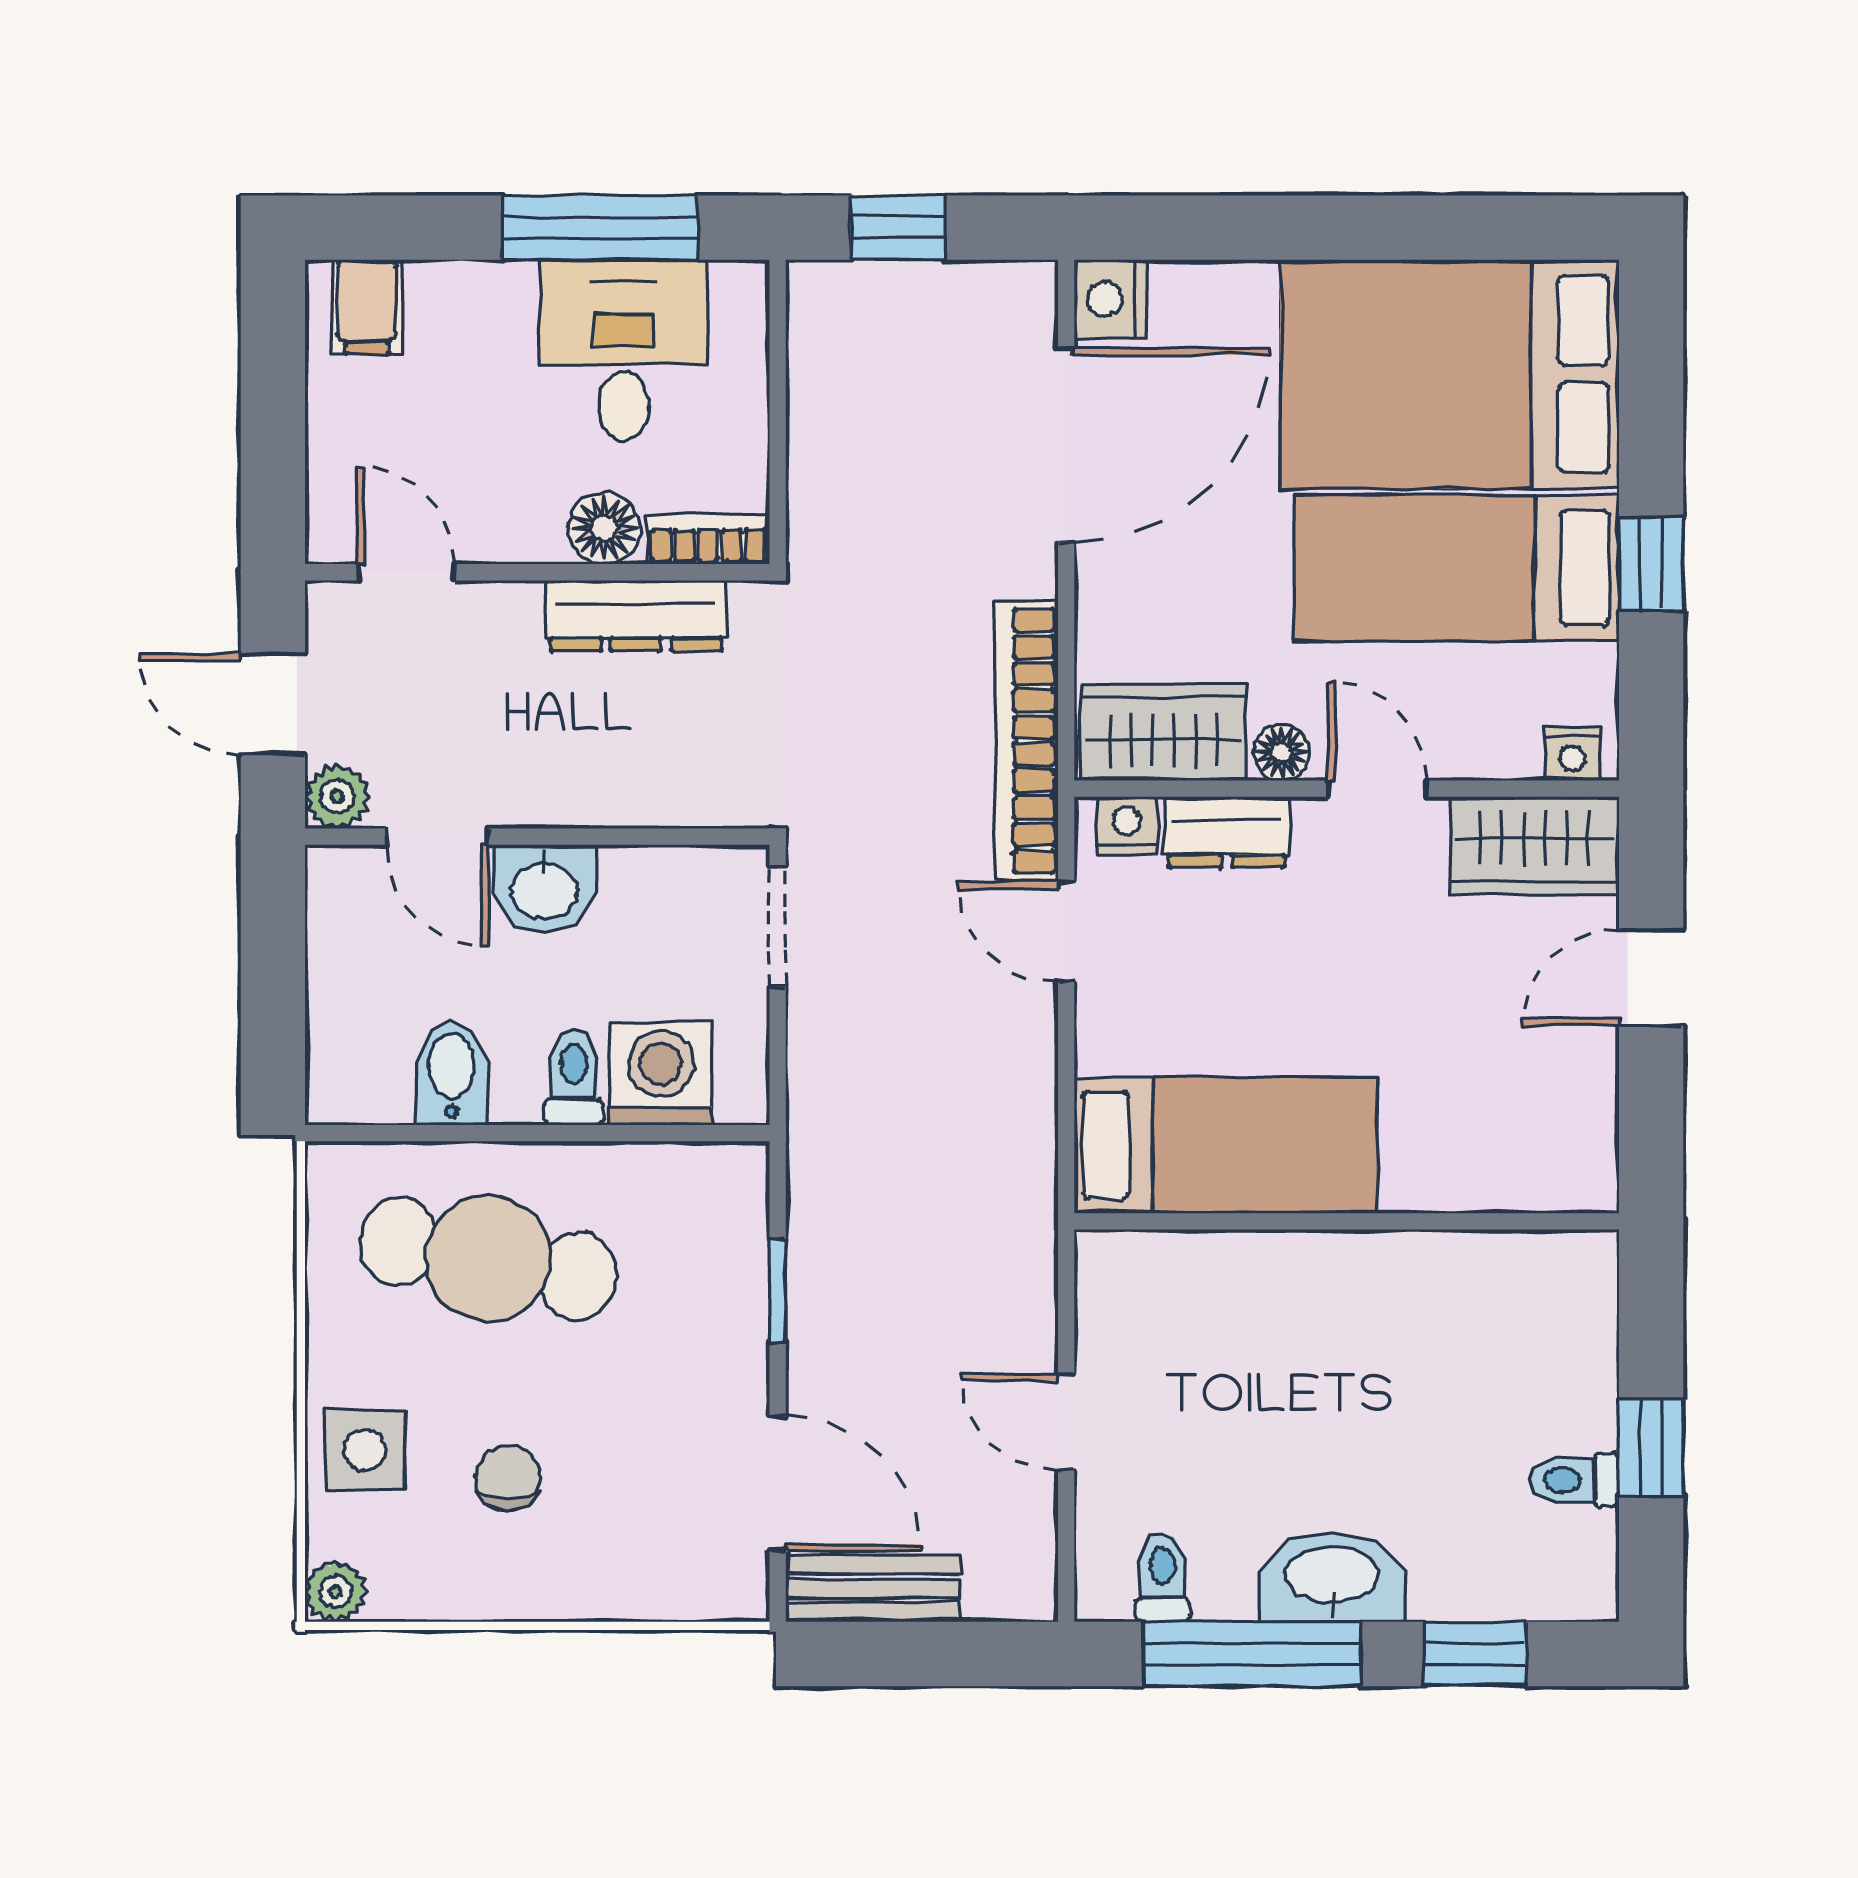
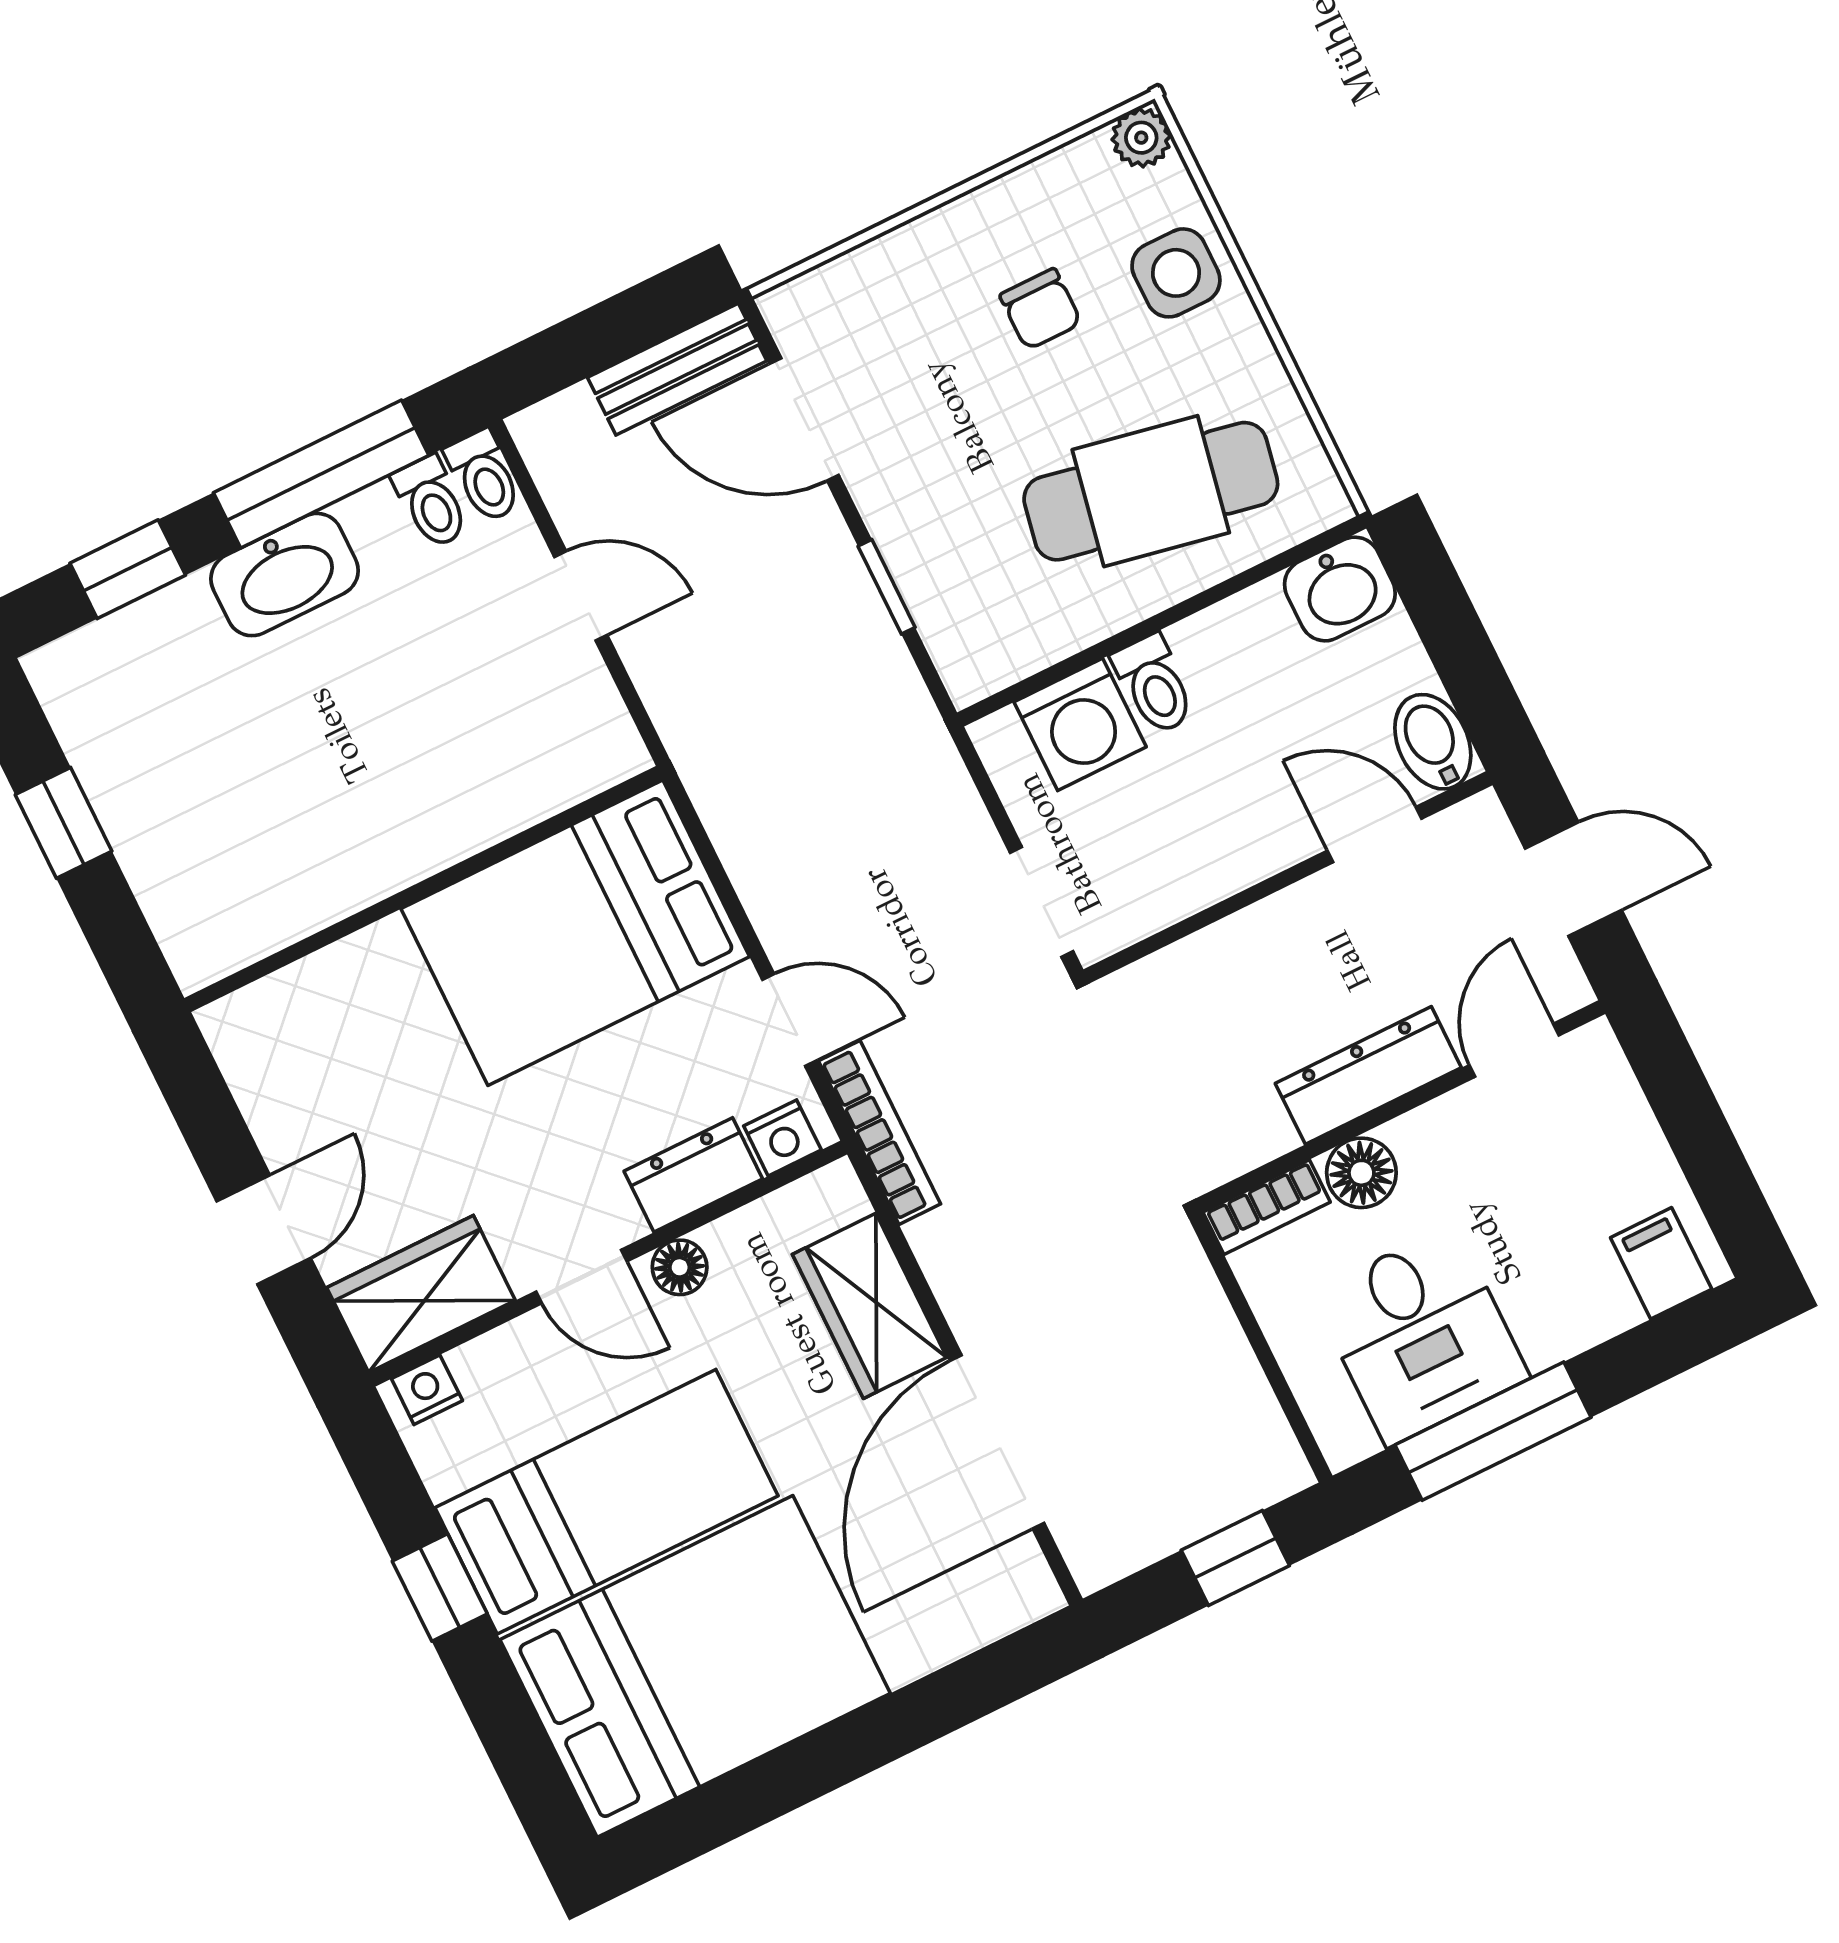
nightstand: (1111, 299) -> (1021, 1587), removed
door: (406, 572) -> (1514, 1050), swing flipped
dresser: (636, 616) -> (1368, 1075), moved
wardrobe: (1164, 732) -> (870, 1306), moved, turned 90
bookcase: (1026, 741) -> (879, 1132), width x0.68, depth x0.76
plant: (337, 797) -> (1478, 827), removed
washbasin: (544, 889) -> (1340, 589), moved, turned 180
bidet: (451, 1073) -> (1433, 742), moved, turned 180
bed: (1225, 1145) -> (575, 933), width x1.50
toilet: (1575, 1480) -> (484, 476), moved, turned 90

